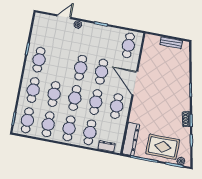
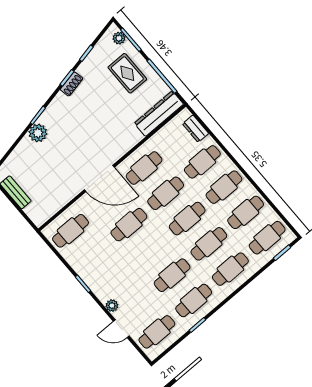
cafe table: (45, 29) -> (157, 332), added
cafe table: (81, 68) -> (172, 275), moved
plant: (184, 81) -> (38, 133), added
door: (135, 83) -> (99, 178), hinge flipped
rug: (163, 147) -> (127, 73), width x0.73, depth x0.70

